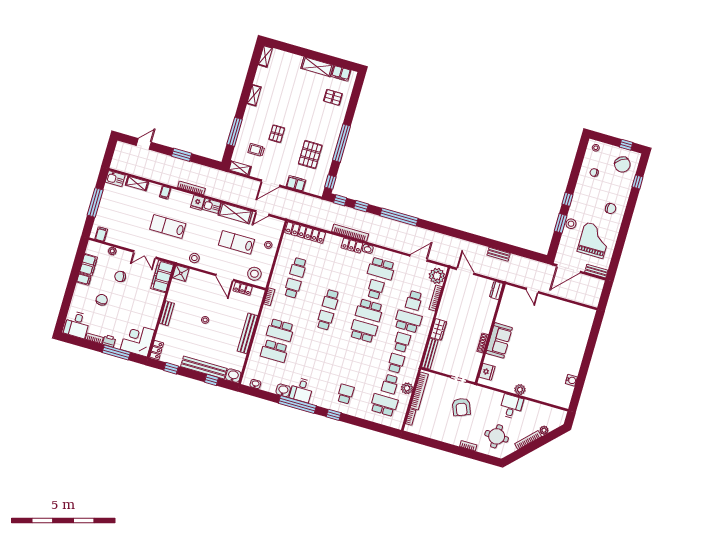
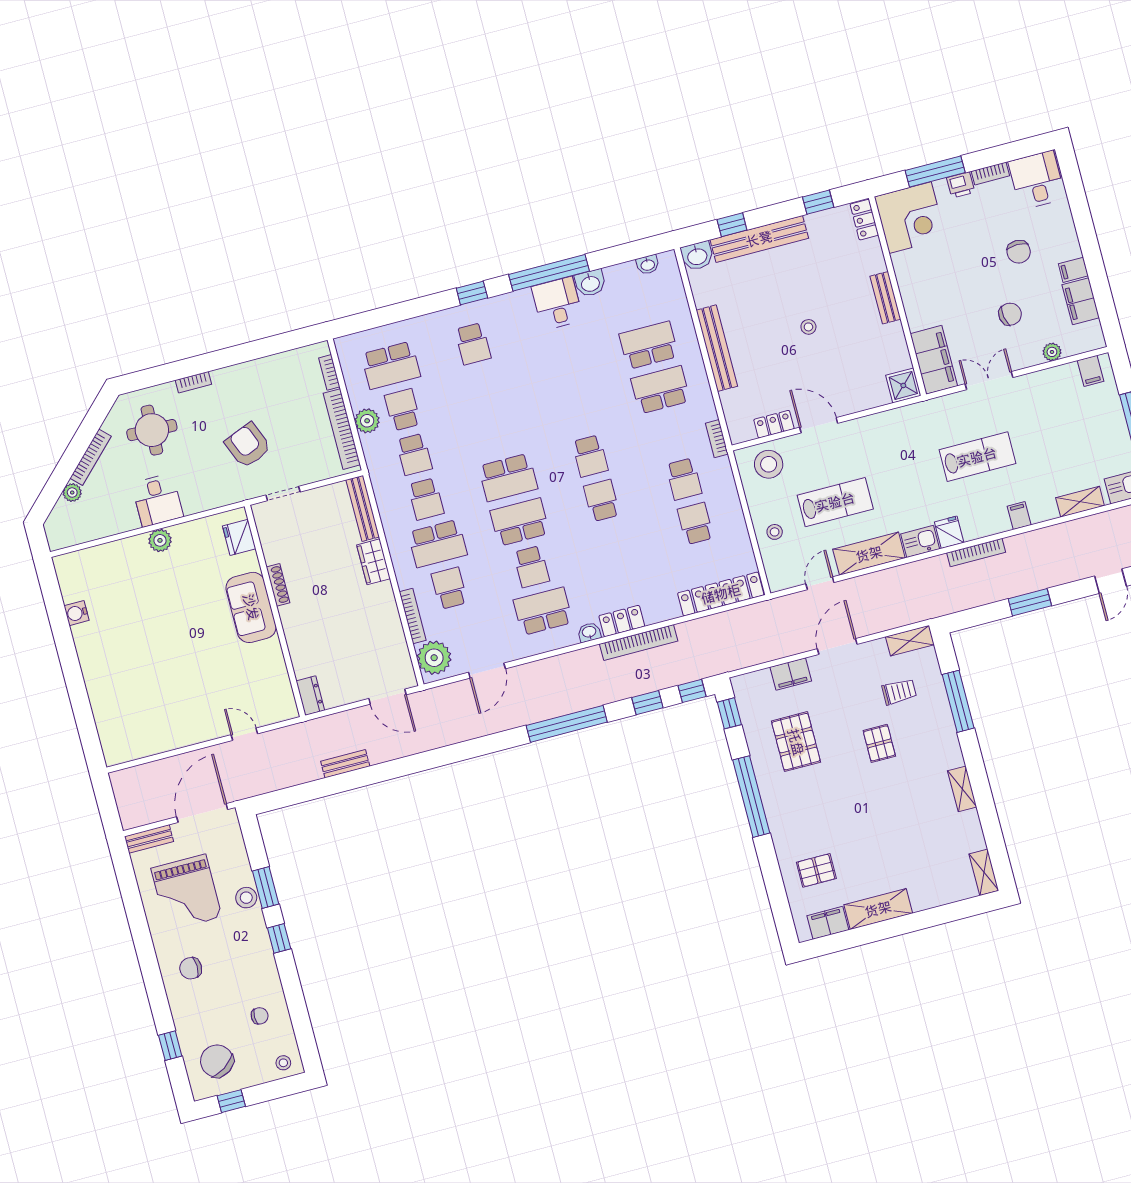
stool: (194, 258) -> (895, 428), removed

